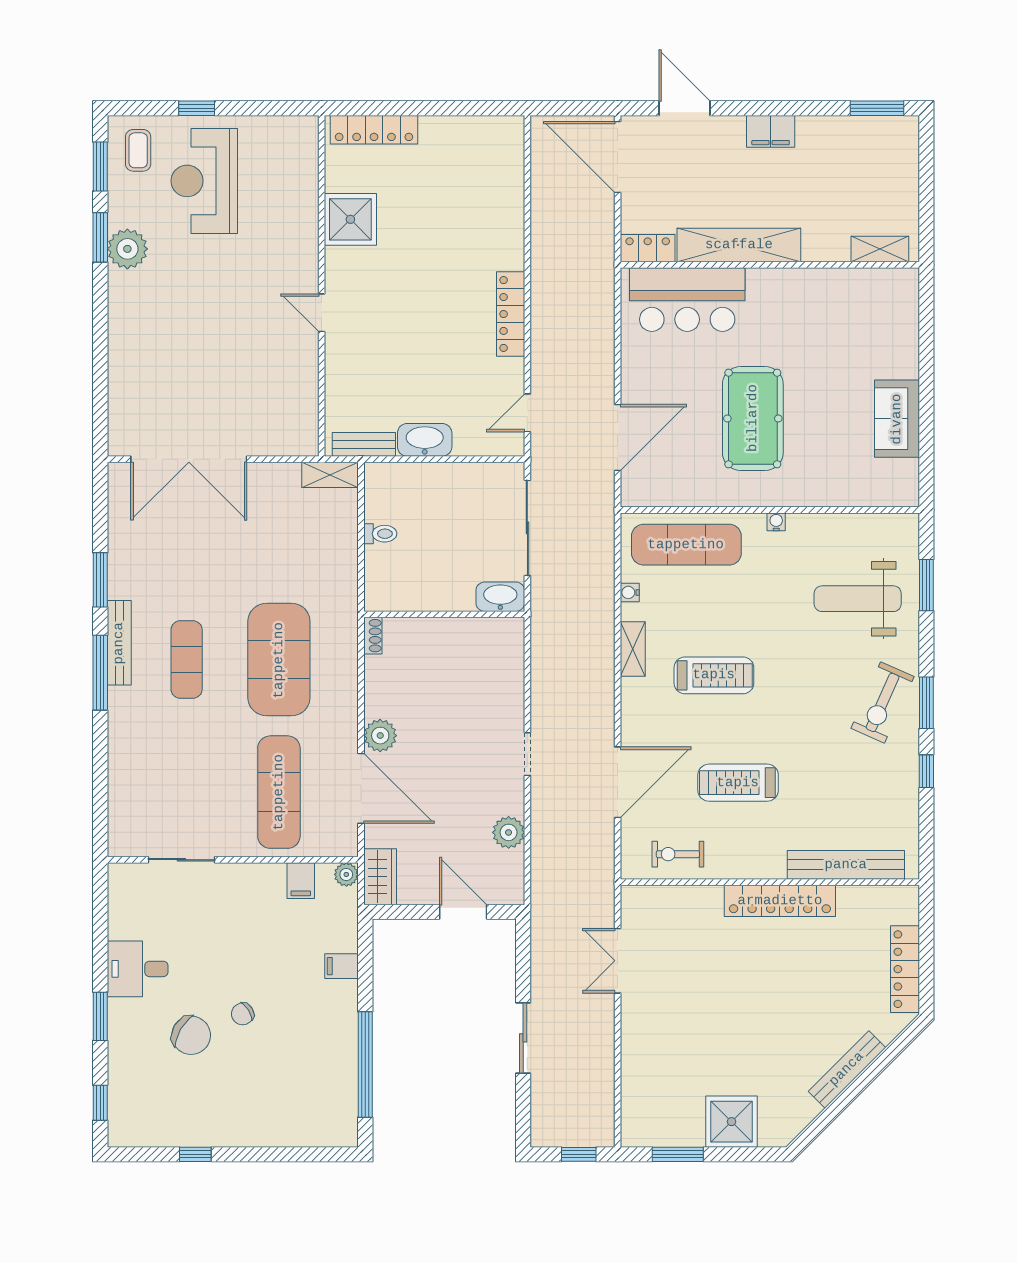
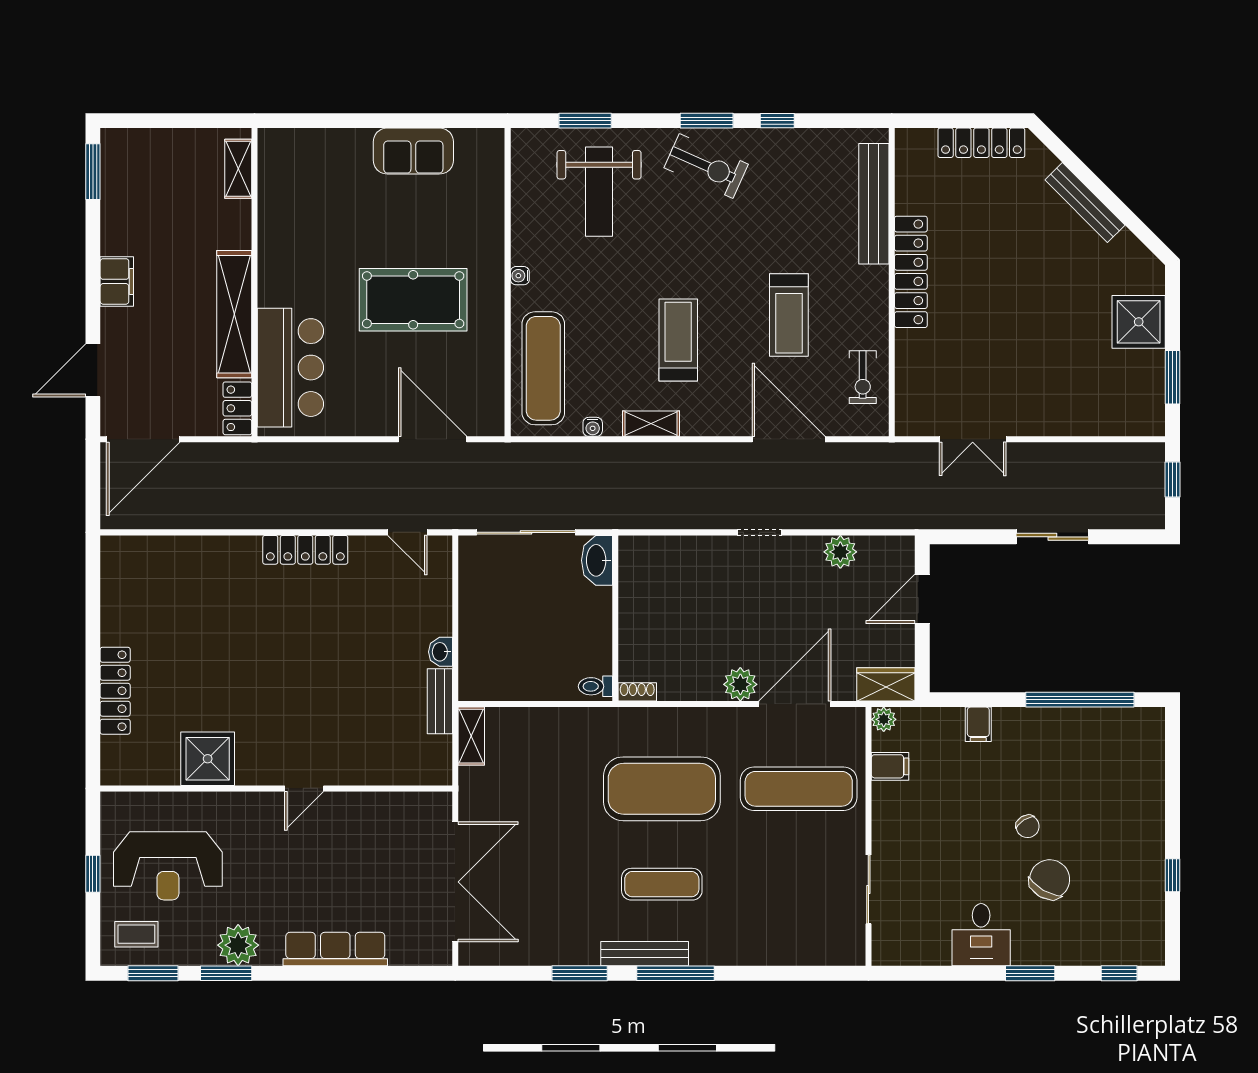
shower: (350, 219) -> (208, 759), moved
wall: (322, 286) -> (276, 788), moved
door: (322, 313) -> (304, 788), moved
row of seats: (124, 343) -> (335, 949), added
washbasin: (425, 440) -> (441, 652), width x0.52, depth x0.69
toilet: (380, 534) -> (595, 686), moved, turned -90

